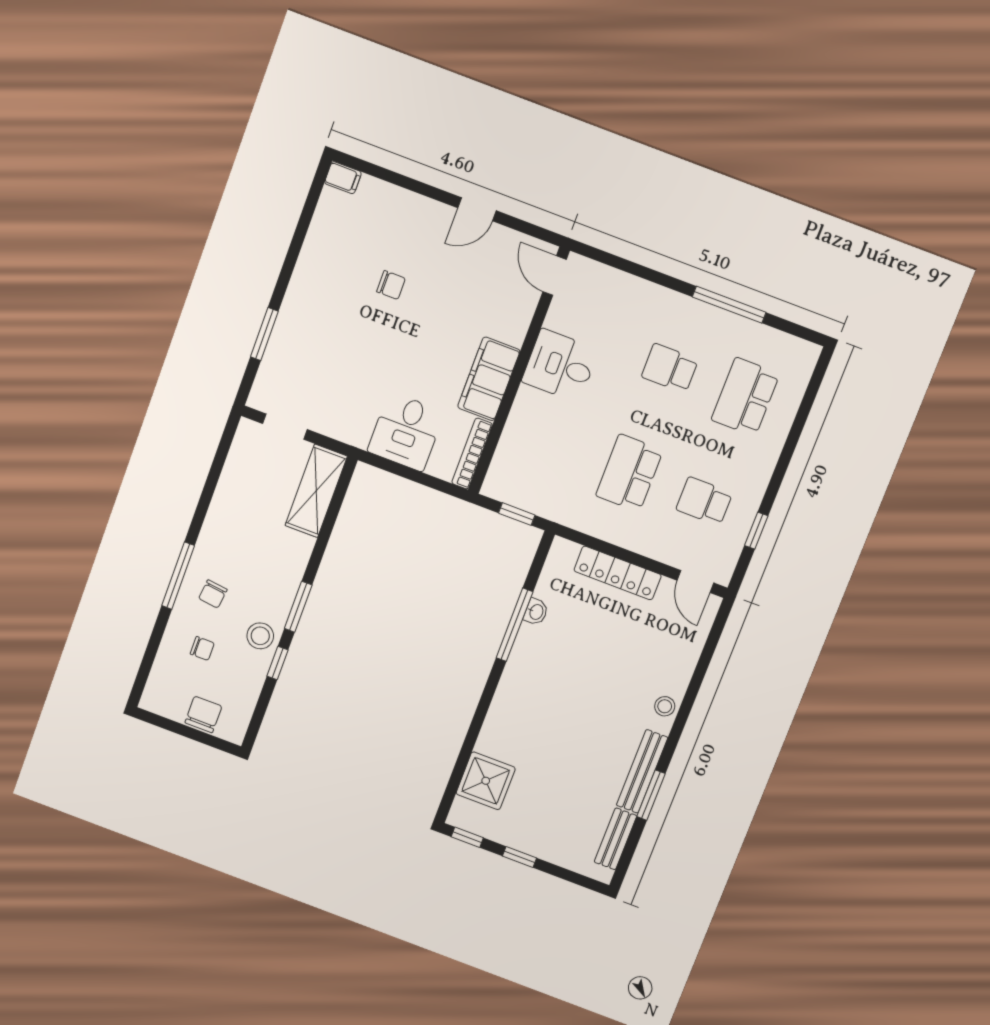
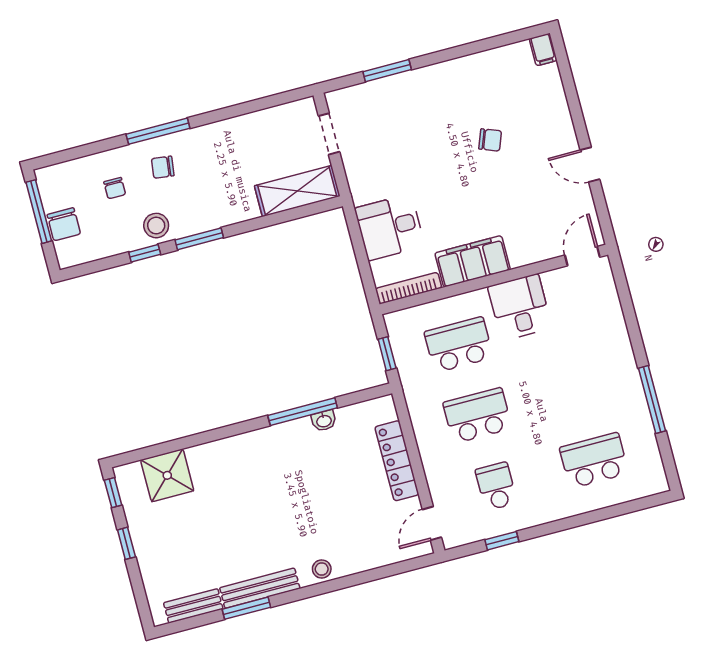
chair: (391, 285) -> (490, 140), turned -69
school desk: (670, 368) -> (459, 345), moved, width x1.85
chair: (203, 714) -> (64, 224), turned 90
window: (177, 728) -> (39, 212), added

